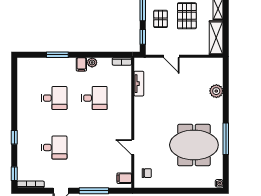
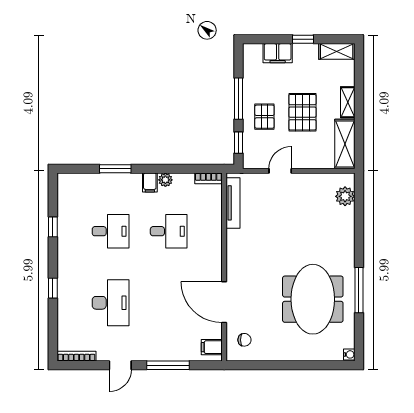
door: (171, 56) -> (280, 171), swing flipped
tv unit: (139, 84) -> (233, 203), width x1.41
plant: (216, 91) -> (345, 196), moved
meeting table: (194, 145) -> (313, 299), turned 90
desk: (54, 147) -> (111, 303), width x1.37
door: (133, 147) -> (224, 302), width x1.87
window: (14, 174) -> (53, 227), moved

